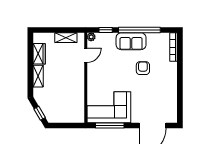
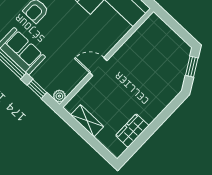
door: (86, 55) -> (98, 67), moved
shelving: (38, 76) -> (156, 108), removed

